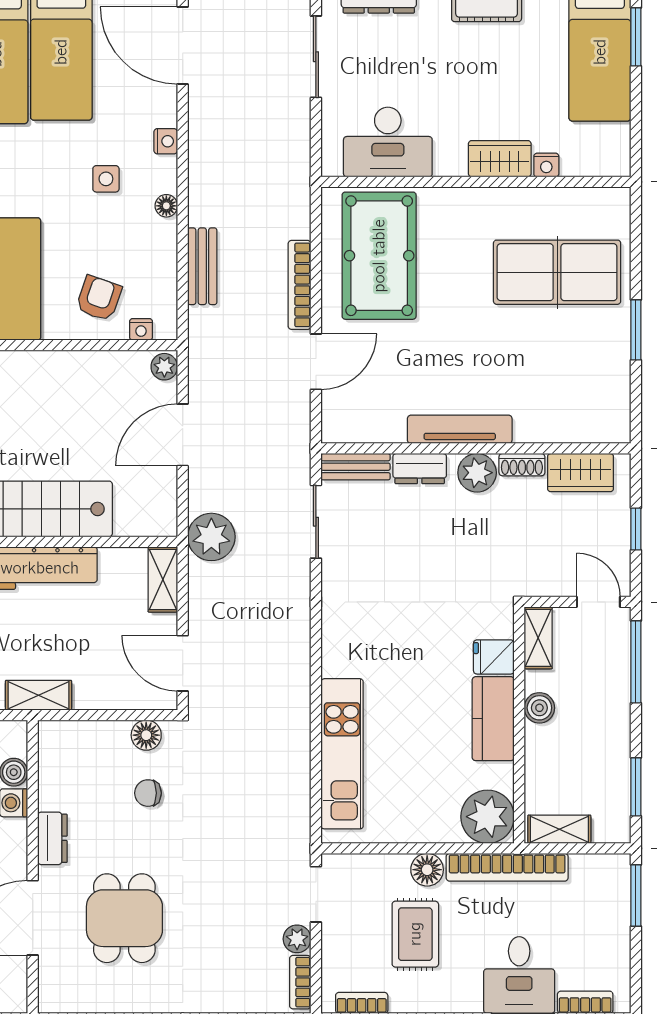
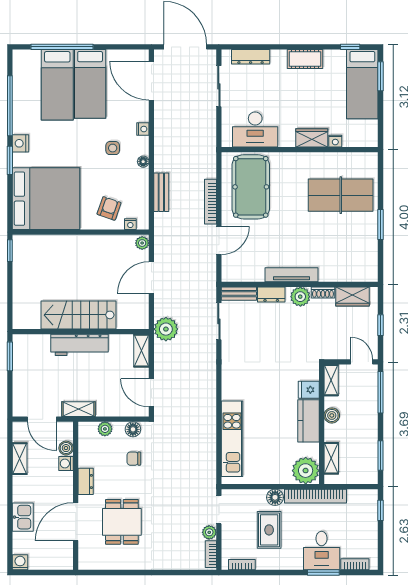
plant: (91, 734) -> (105, 429), added
shelving: (559, 829) -> (331, 458), moved, turned 90
window: (636, 895) -> (381, 510), width x0.67

